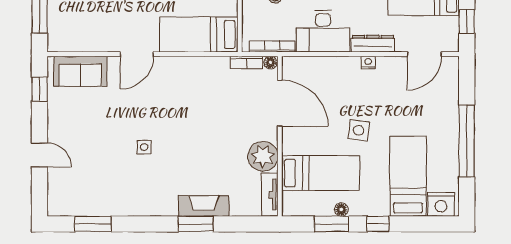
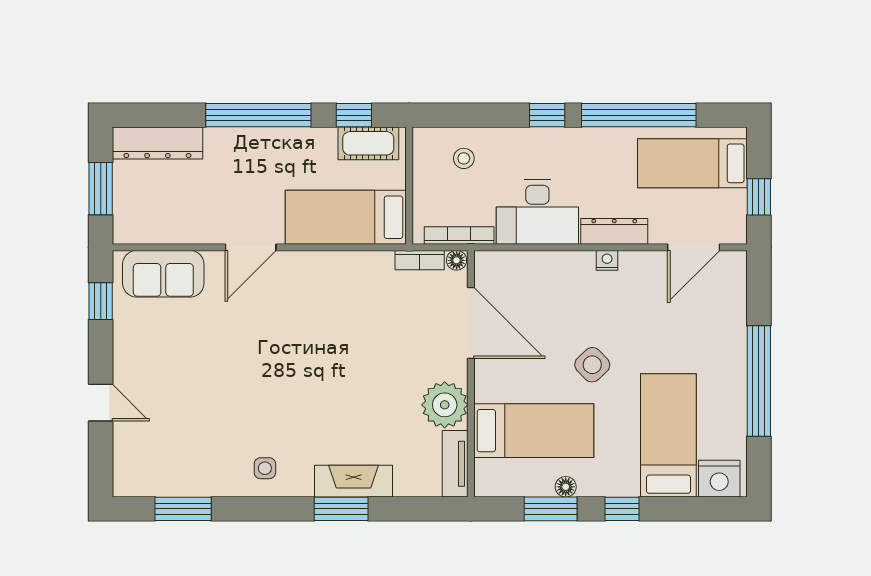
side table: (359, 130) -> (592, 365), turned 38
side table: (144, 147) -> (265, 468), moved

